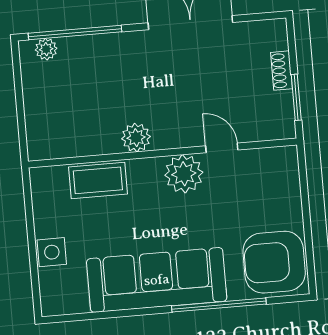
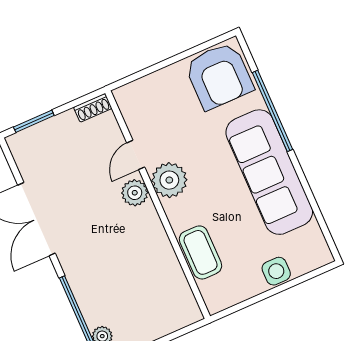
shoe rack: (282, 71) -> (93, 108), moved
window: (296, 97) -> (34, 121), moved
plant: (136, 138) -> (135, 193), moved

